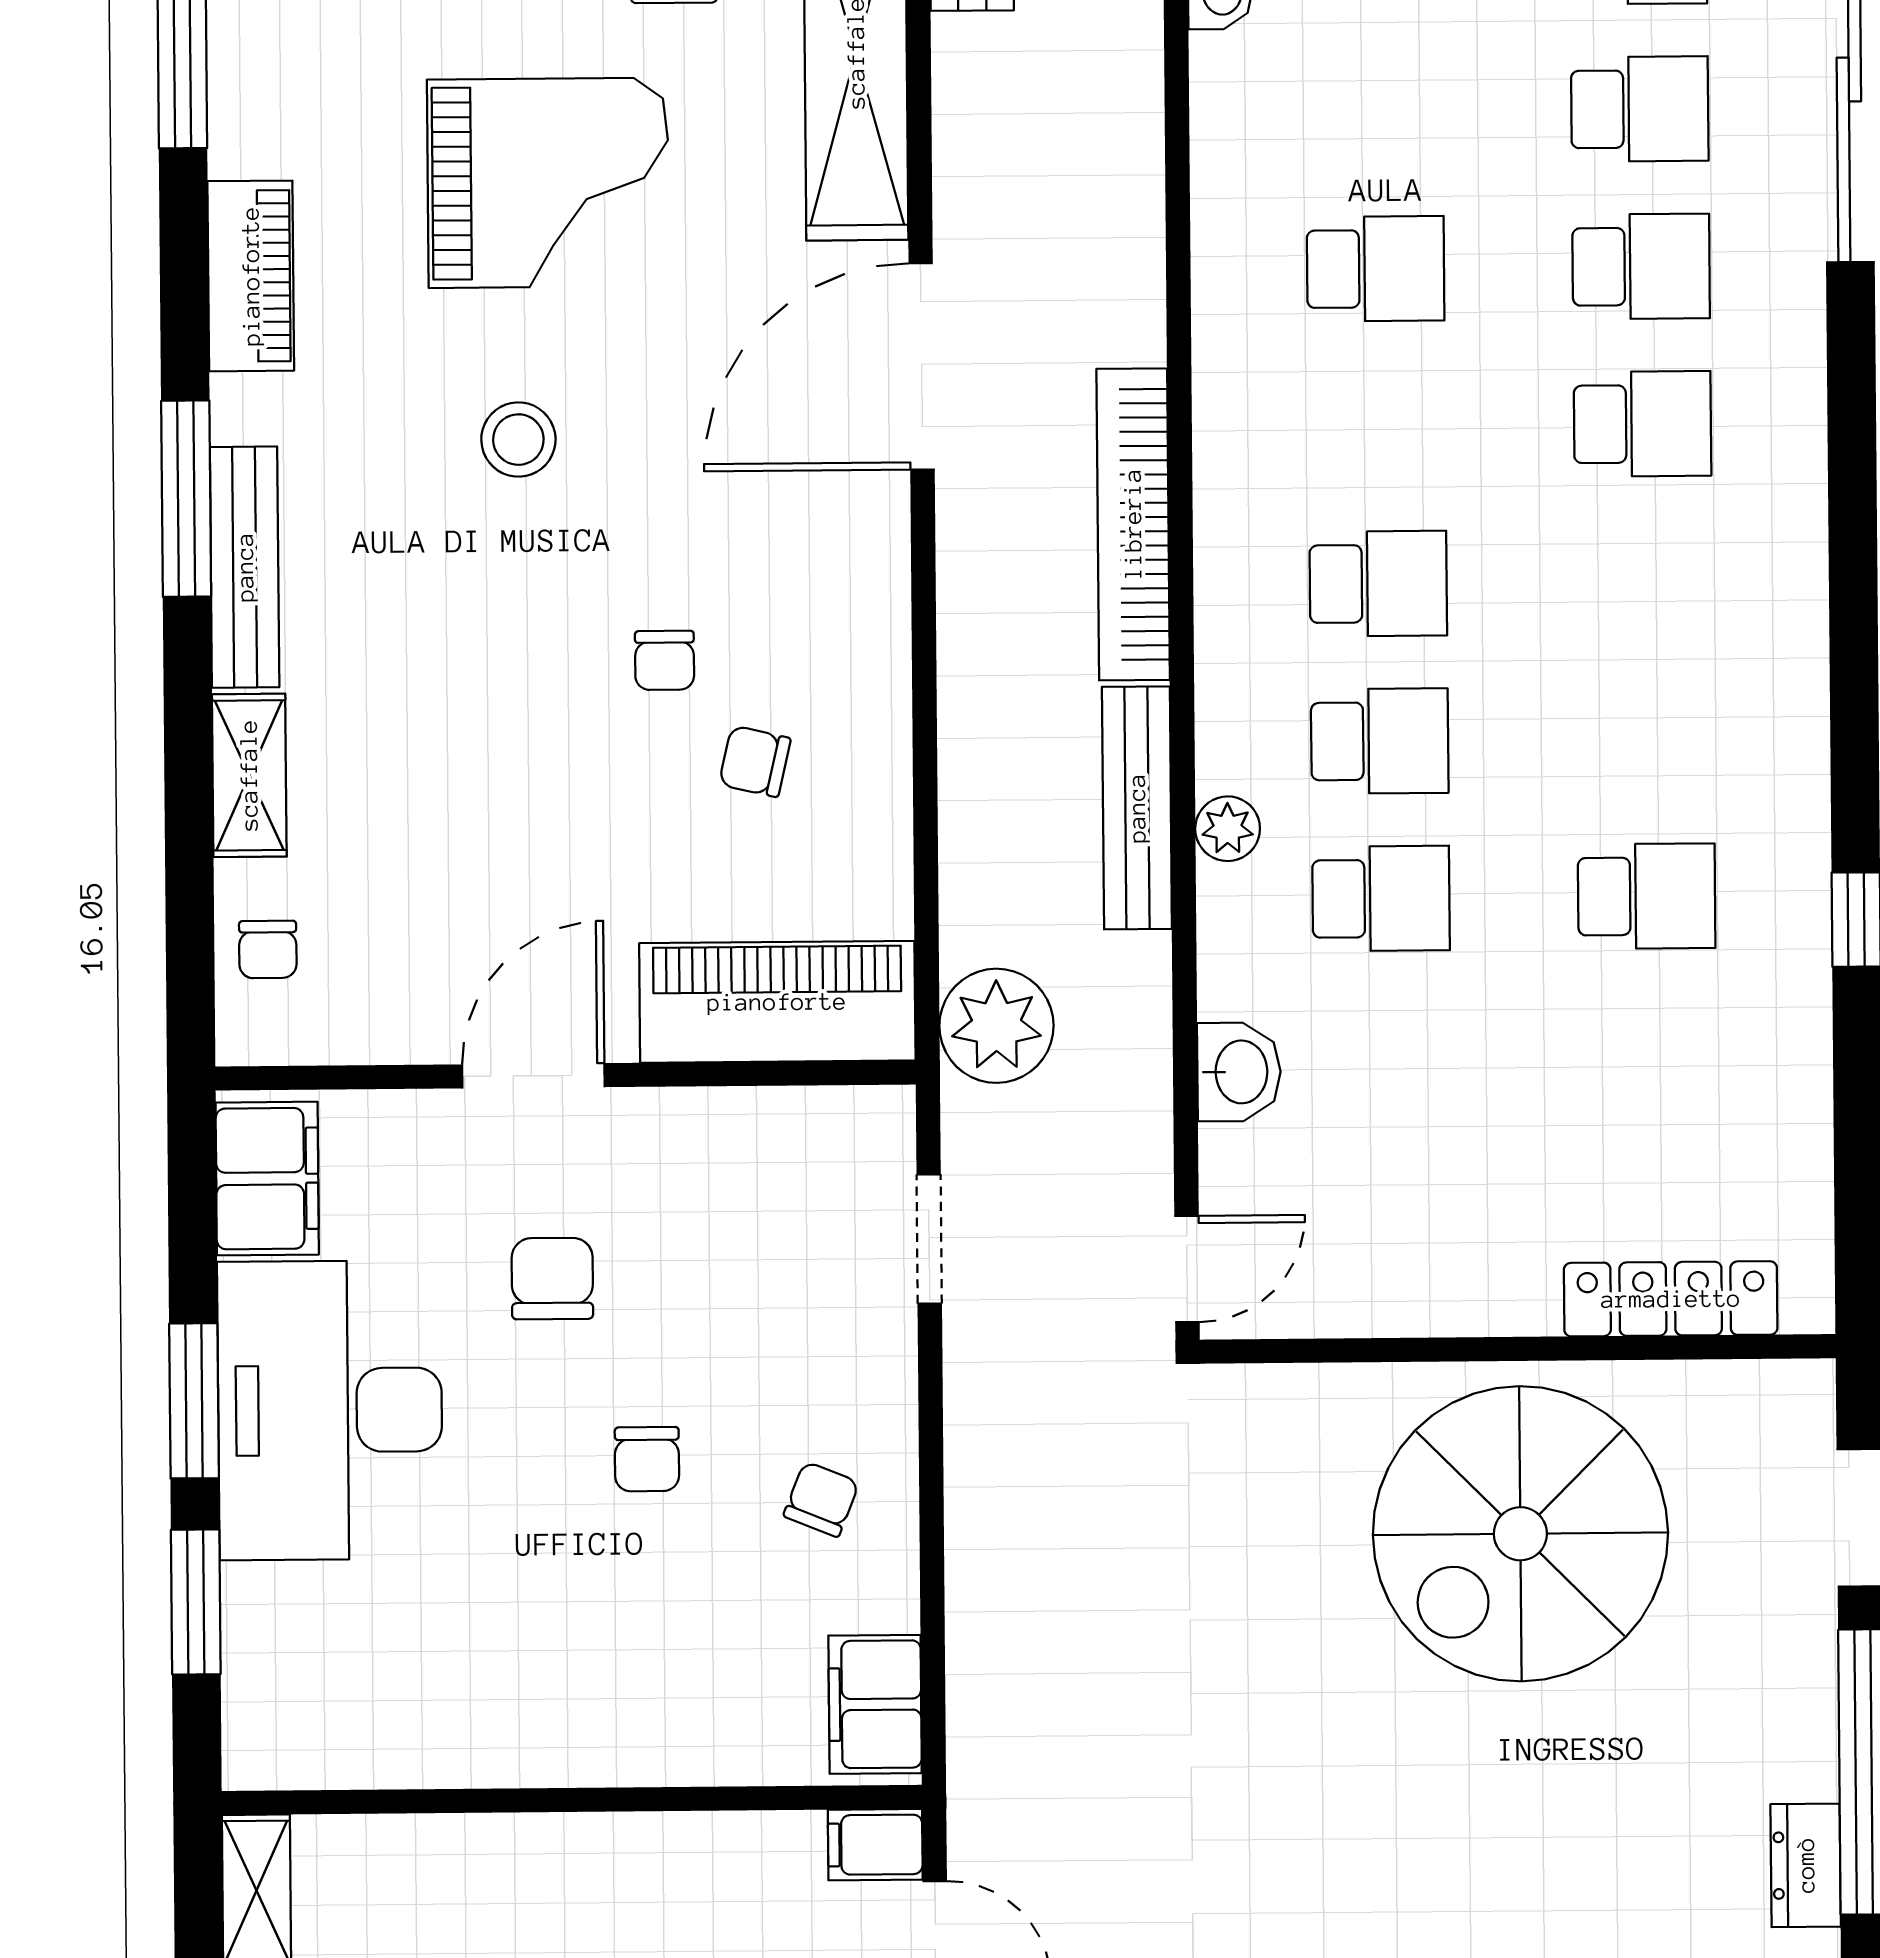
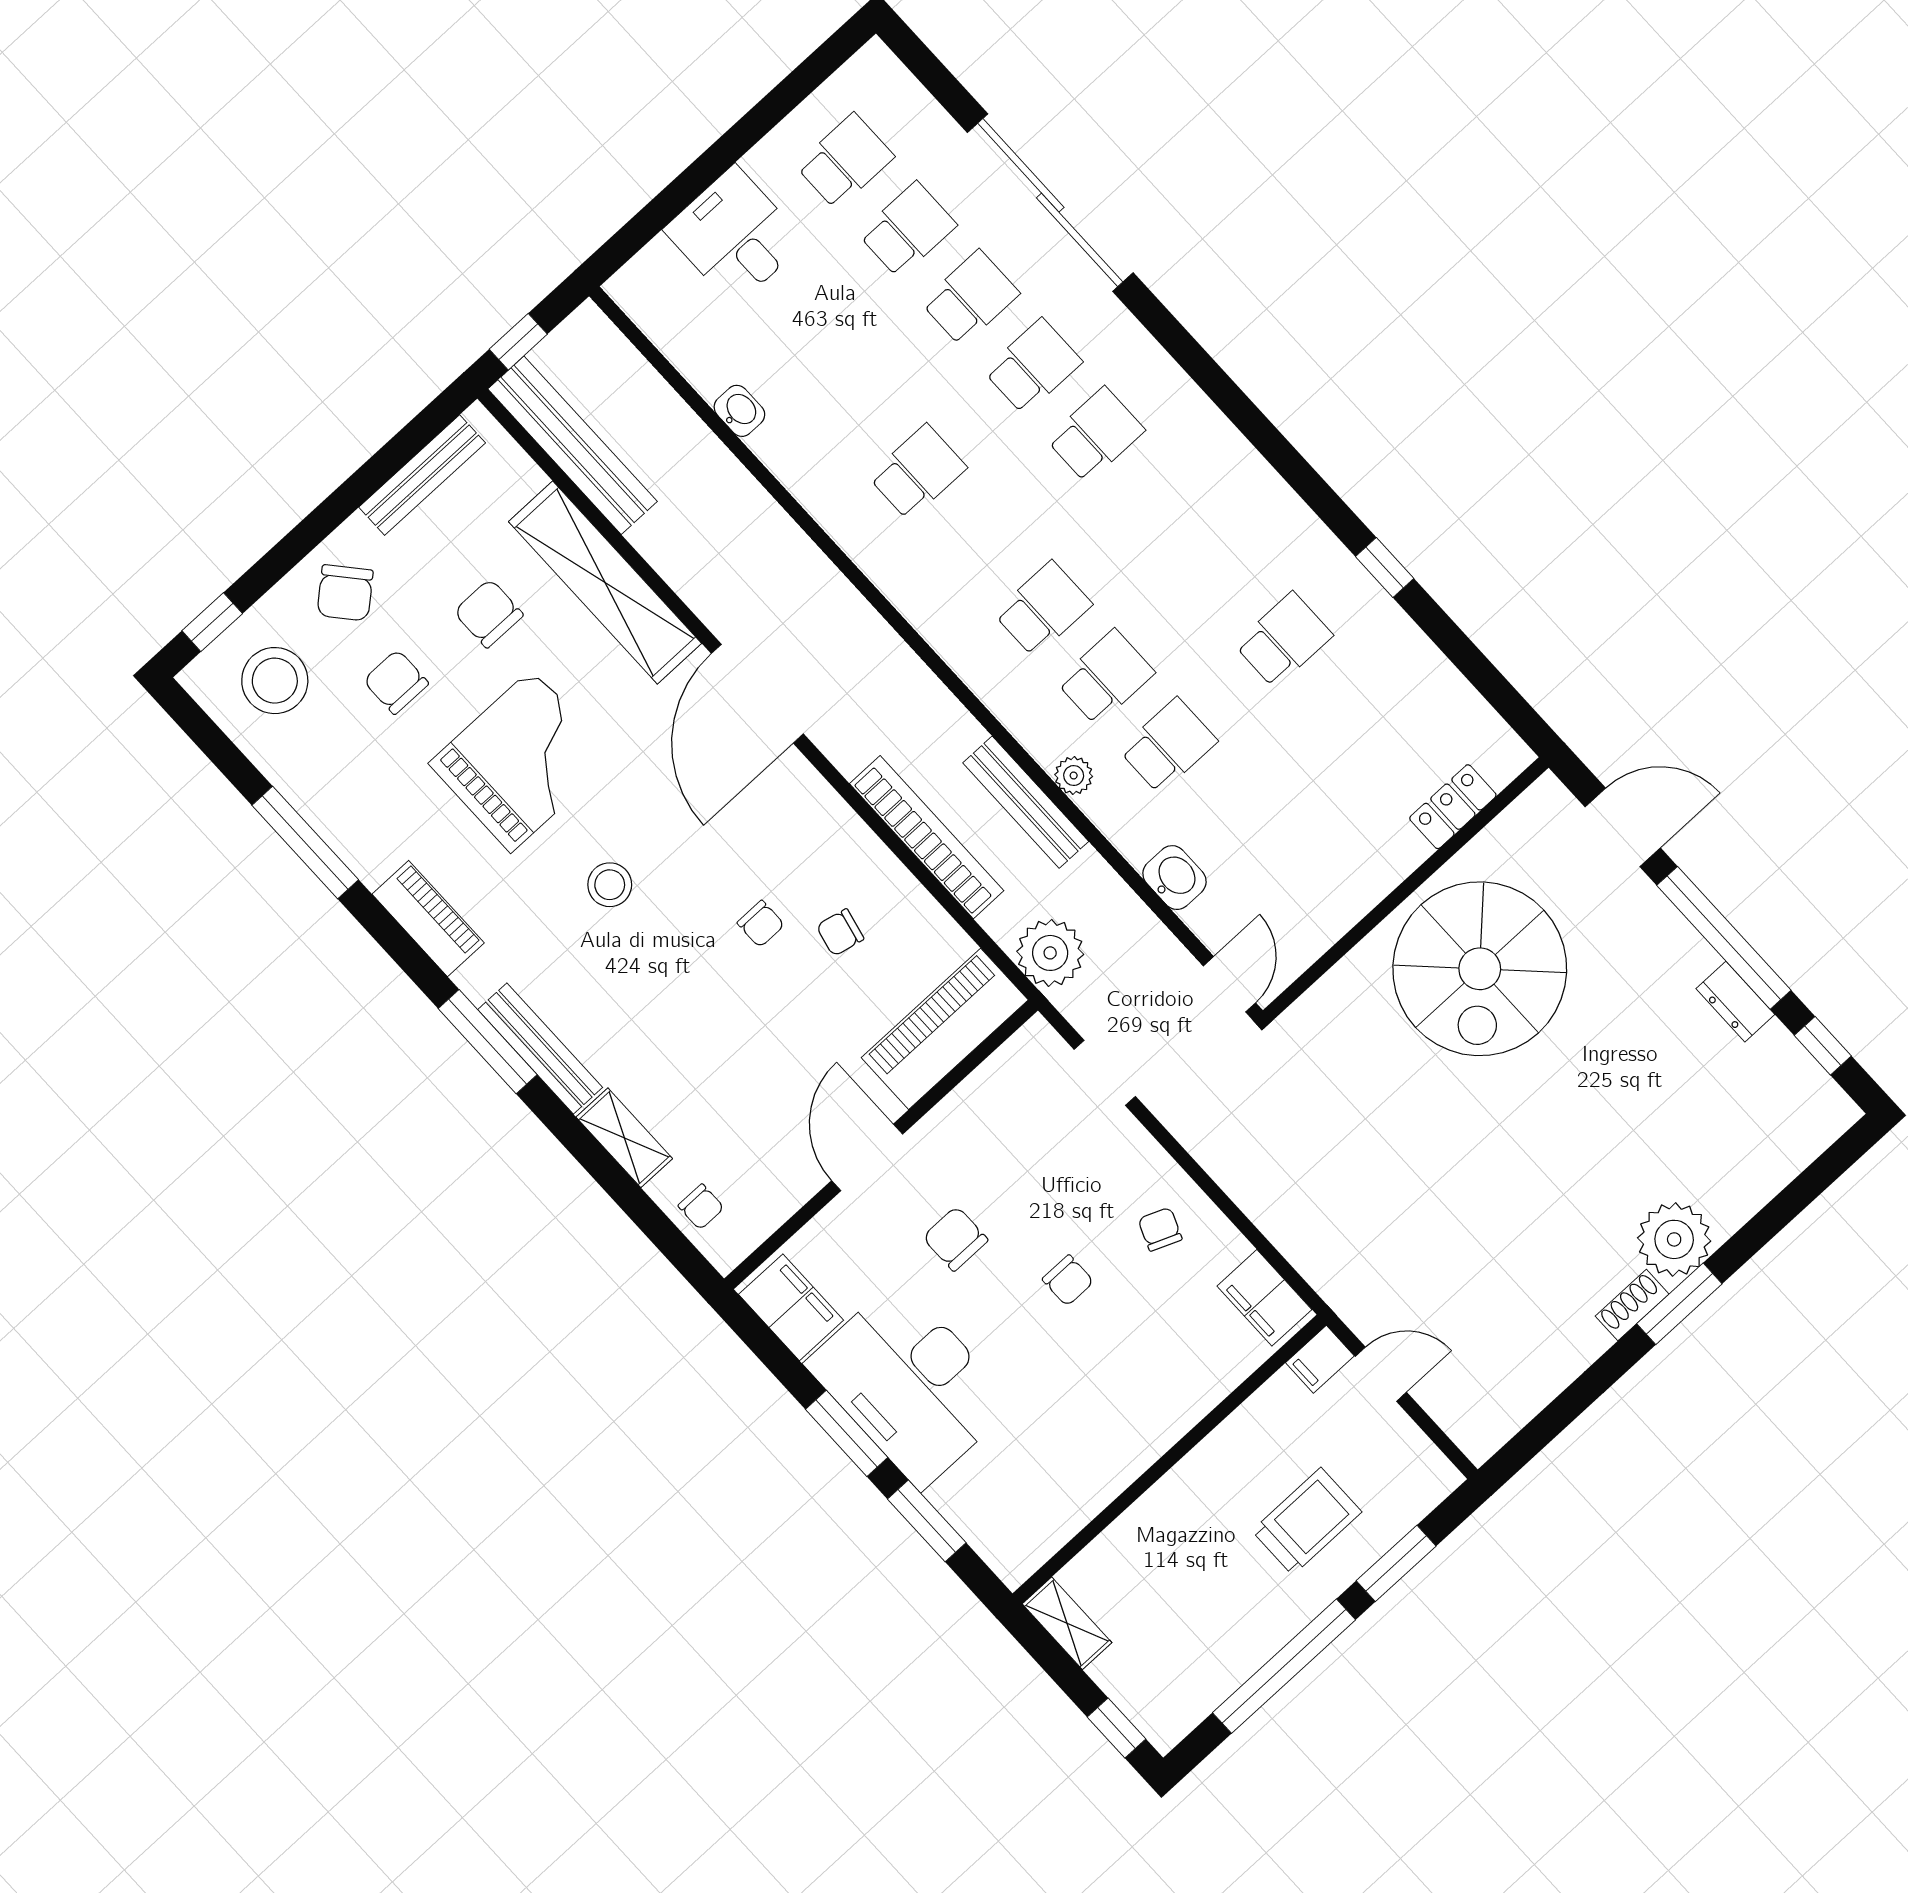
bookcase: (1133, 524) -> (927, 837), moved, turned 180
locker: (1671, 1299) -> (1453, 807), width x0.66

